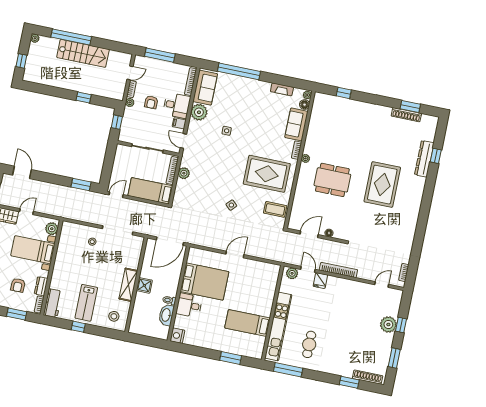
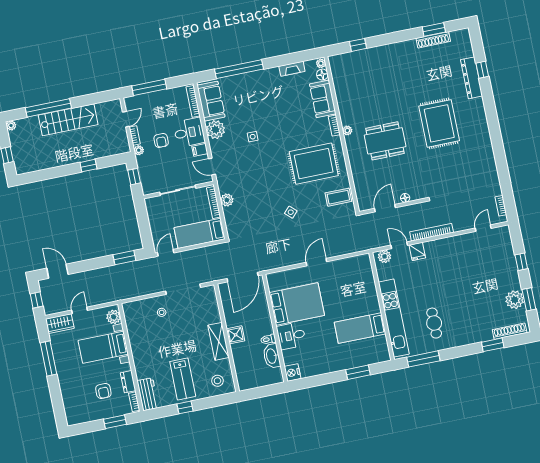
plant: (388, 325) -> (515, 300), moved

